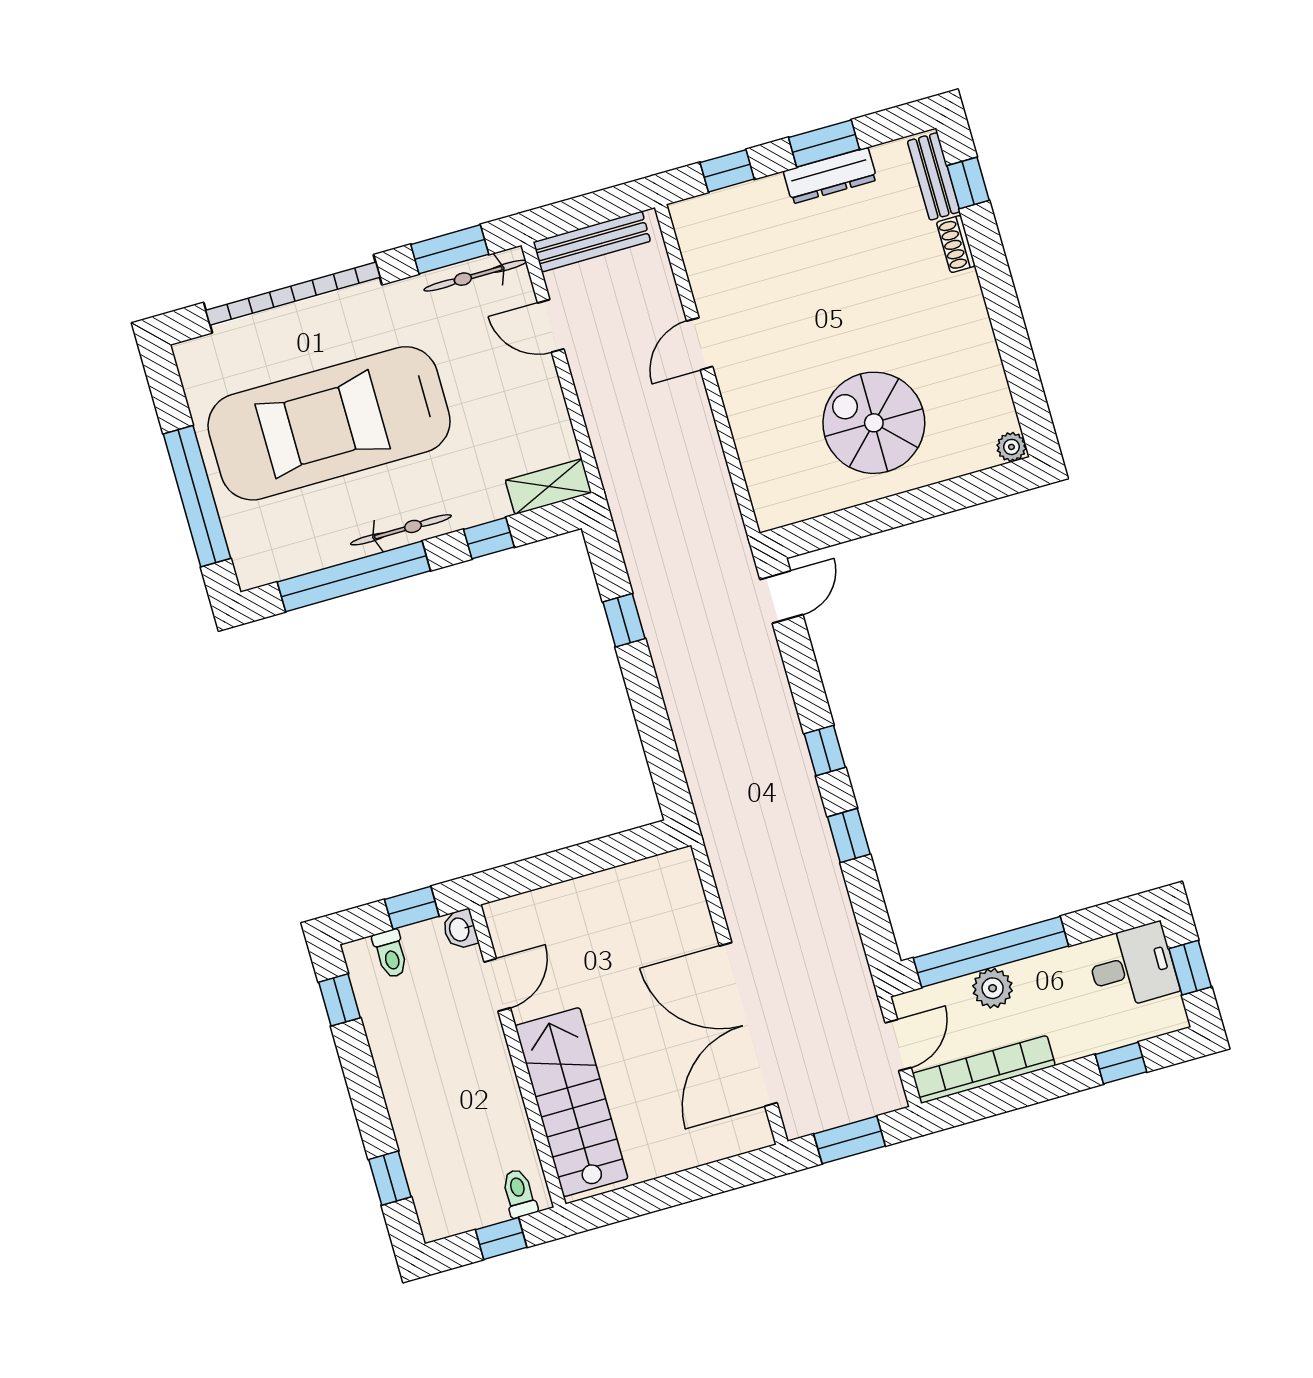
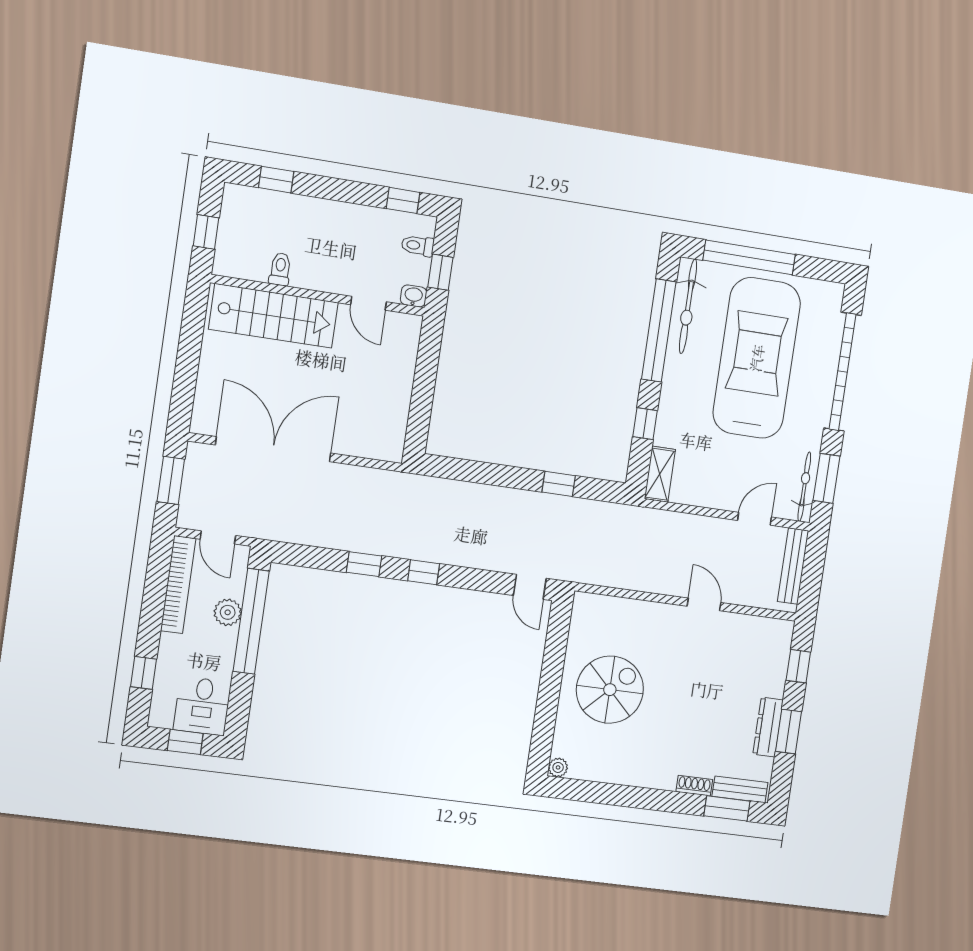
window: (968, 183) -> (727, 808), width x1.50
bicycle: (401, 530) -> (688, 306), moved, width x1.37, depth x1.40
toilet: (519, 1193) -> (280, 269), moved, turned -90

